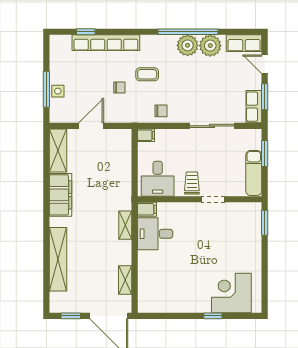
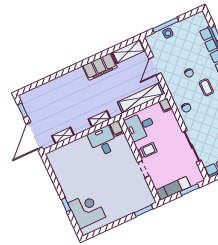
door: (91, 126) -> (155, 66), swing flipped
shelving: (58, 259) -> (141, 98), moved

